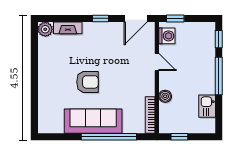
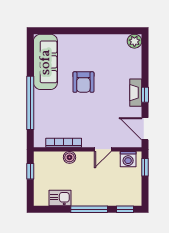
fireplace: (68, 28) -> (136, 93), moved
bookcase: (150, 115) -> (64, 143), moved
sofa: (93, 121) -> (45, 62), moved

